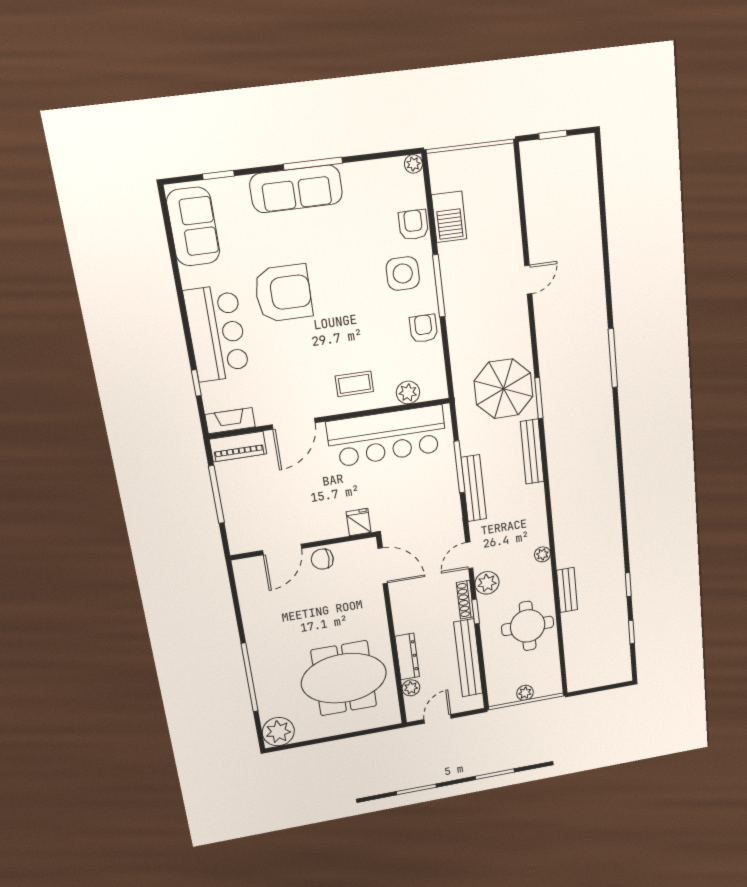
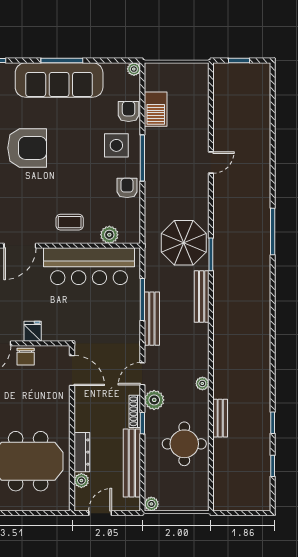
sofa: (296, 189) -> (59, 80), width x1.36, depth x1.27
fridge: (359, 522) -> (33, 331), moved
chair: (322, 559) -> (26, 357), turned -90
plant: (525, 693) -> (151, 504), moved

